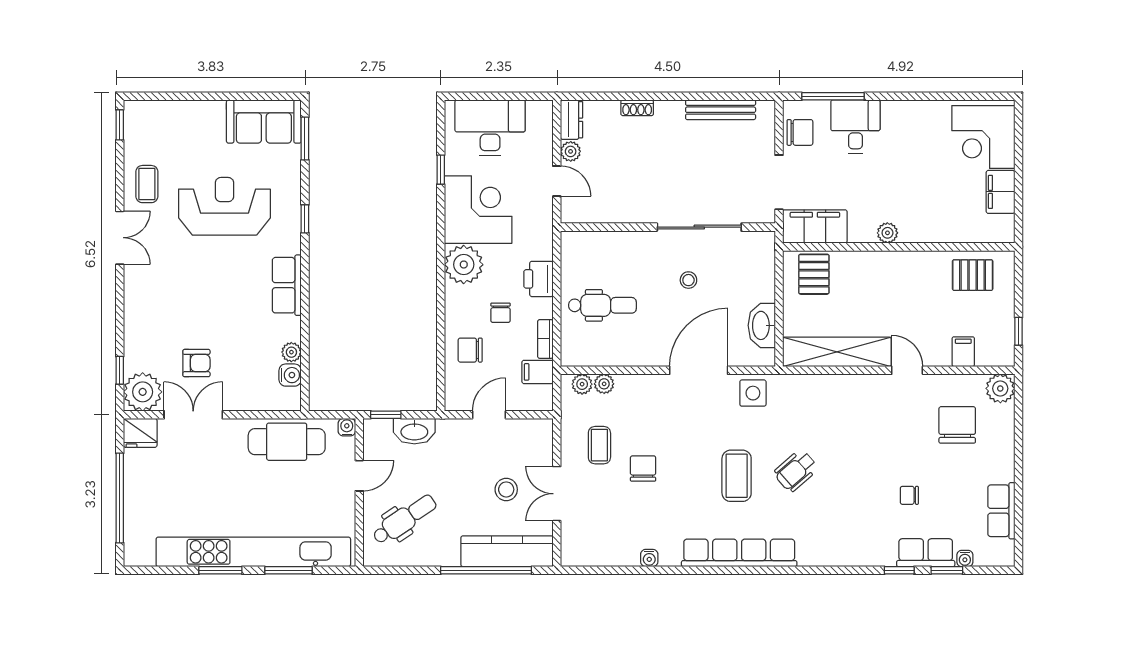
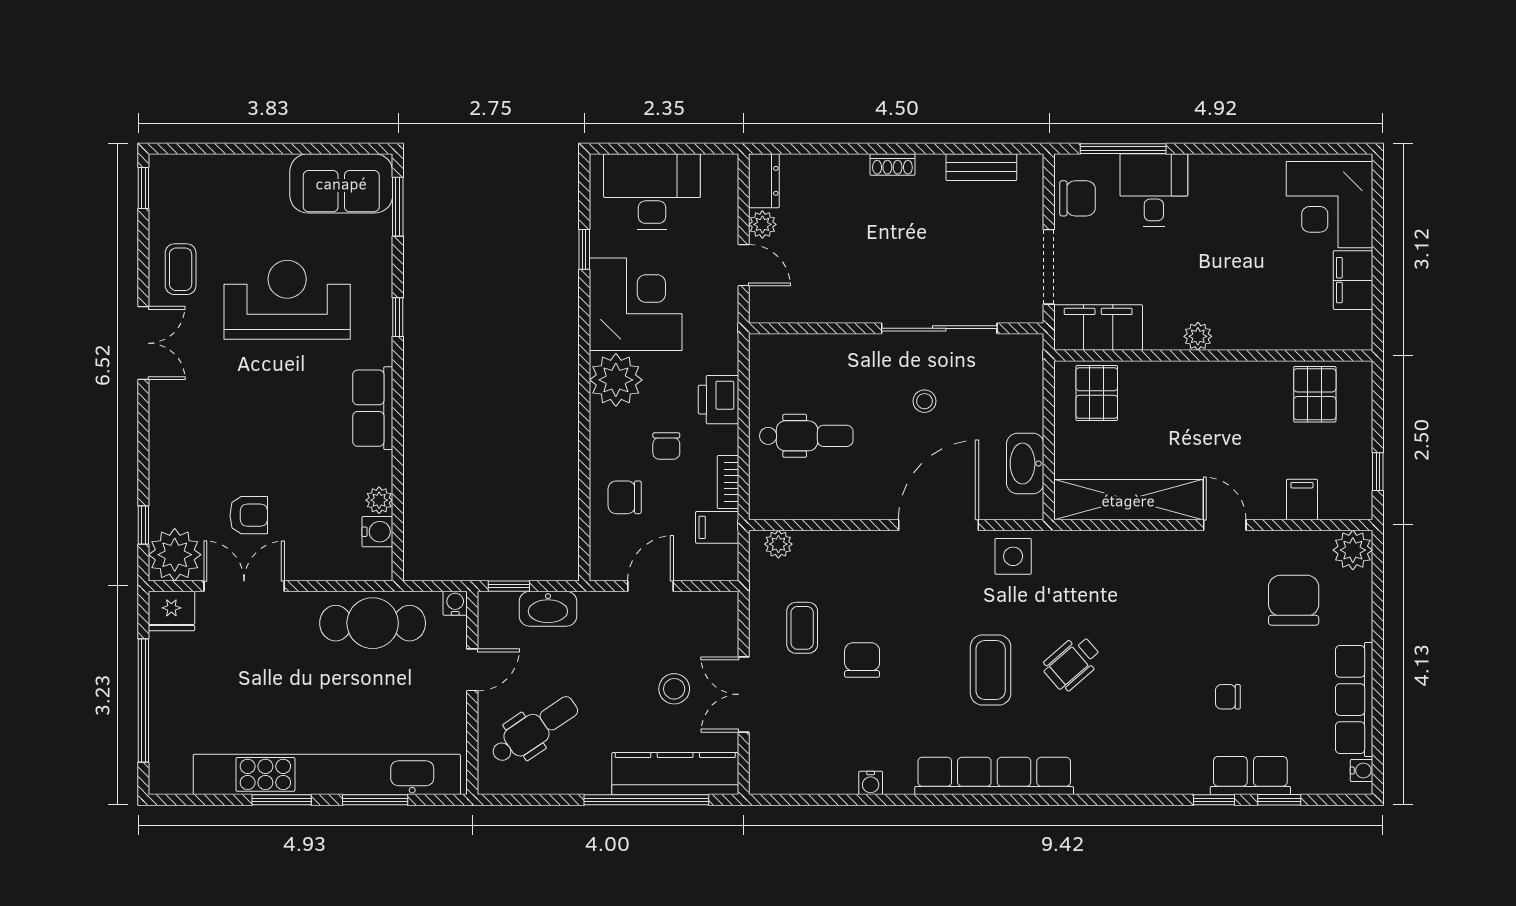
shoe rack: (637, 108) -> (892, 165), moved
bench: (721, 110) -> (981, 167), width x0.73
pallet: (973, 275) -> (1315, 394), turned 90
plant: (604, 384) -> (809, 544), removed
row of seats: (1001, 511) -> (1354, 700), width x1.48
water cooler: (965, 558) -> (1362, 771), moved, turned -90

